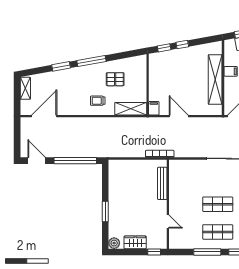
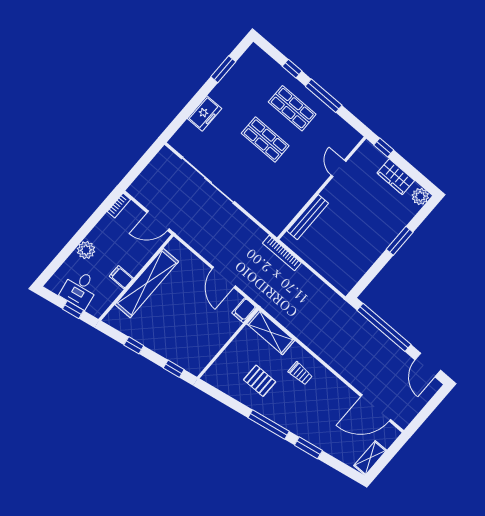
window: (182, 44) -> (134, 345), moved

